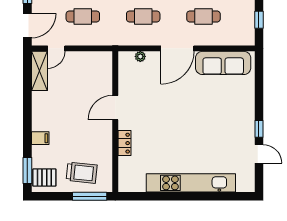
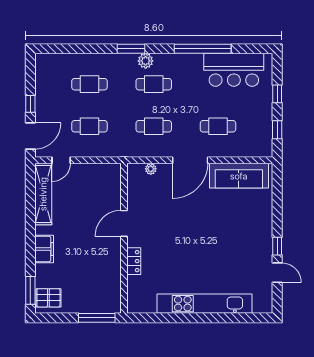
shelving: (39, 71) -> (43, 194), width x1.47
filing cabinet: (40, 138) -> (44, 249), width x2.00
trolley: (82, 173) -> (88, 293), removed

